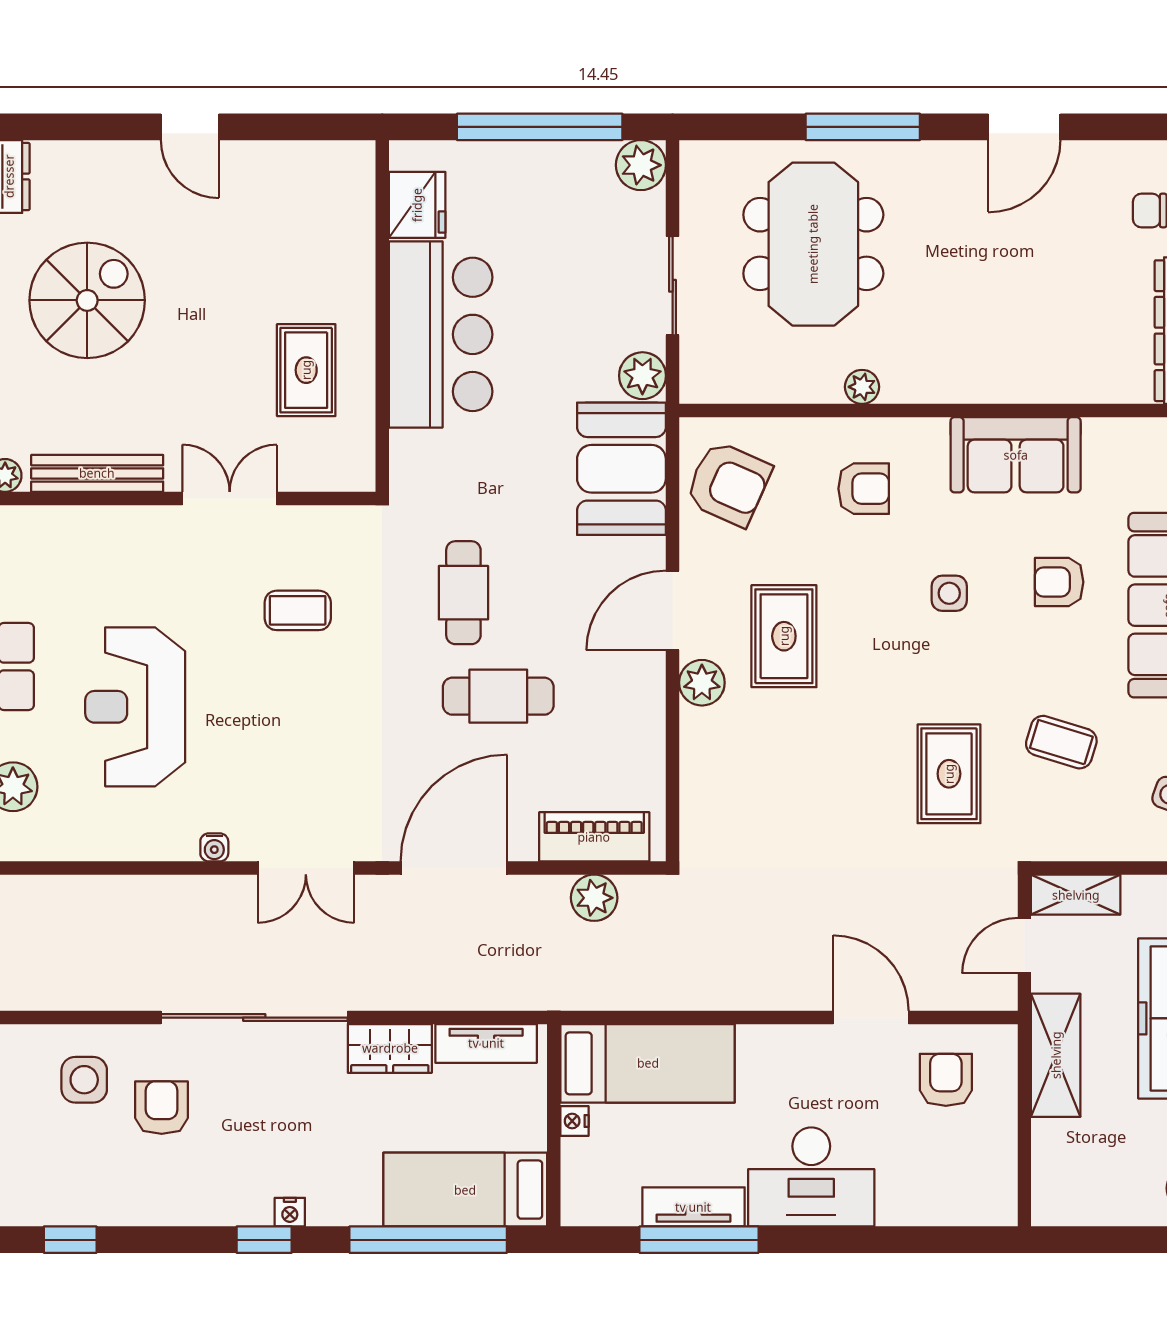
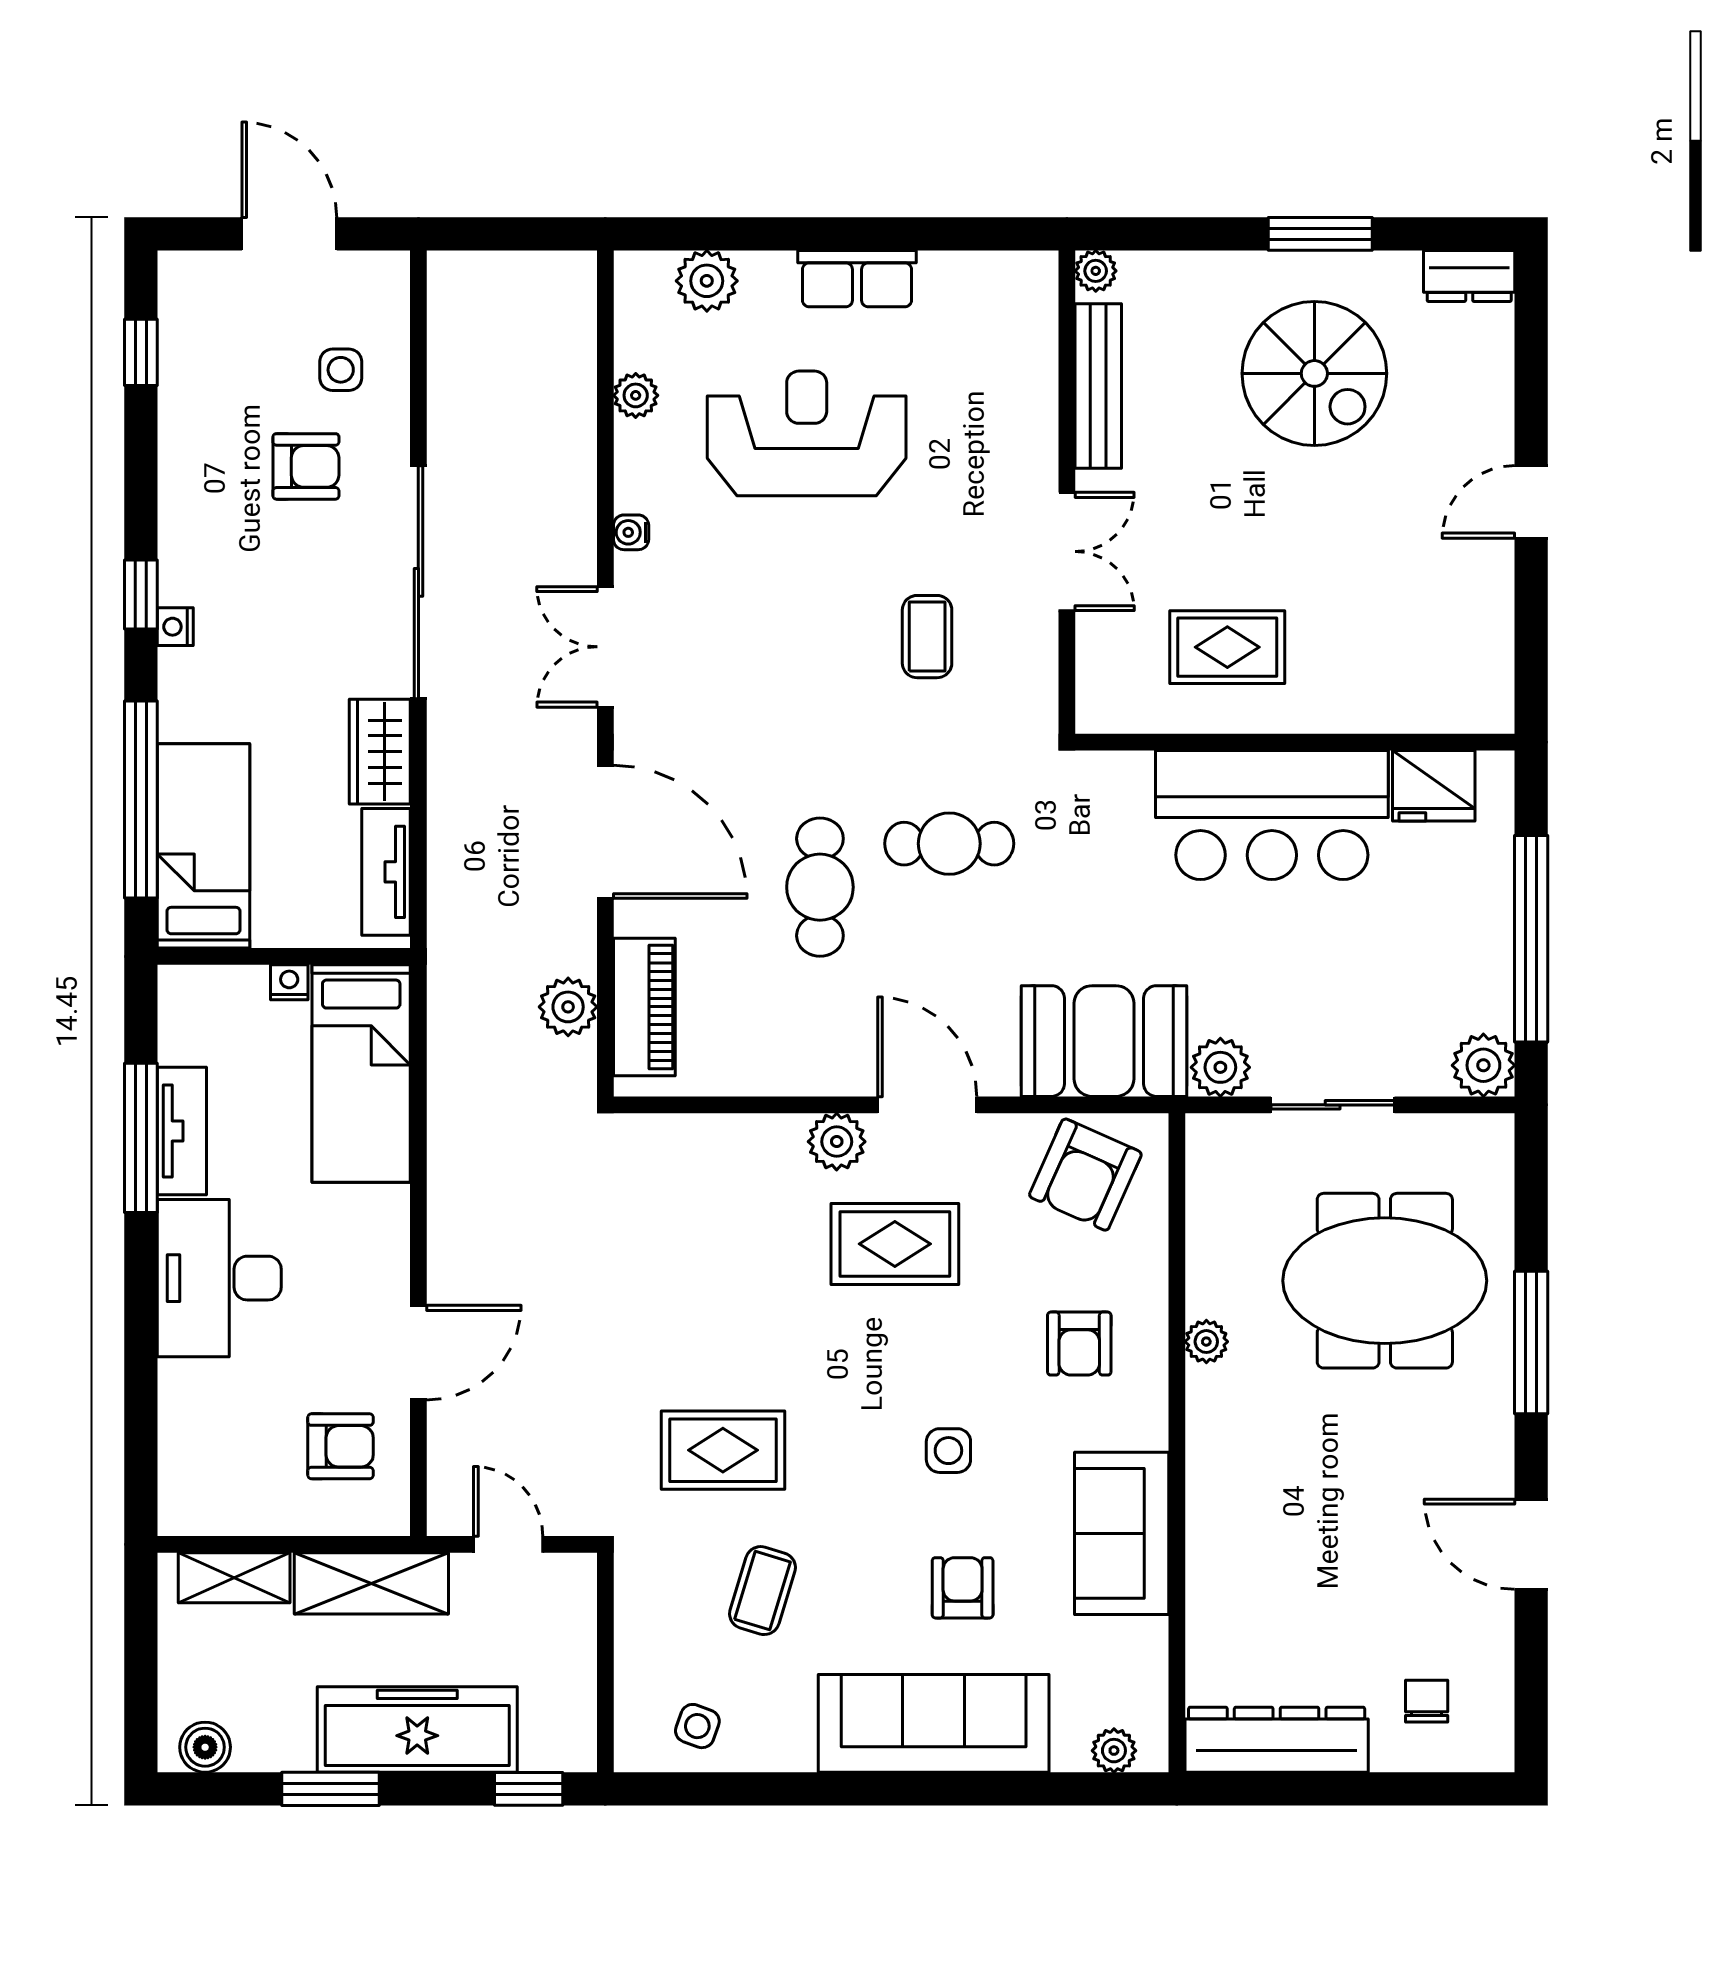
plant: (105, 844) -> (636, 395), added
shelving: (1076, 895) -> (234, 1578), moved, turned 90
side table: (84, 1080) -> (341, 370), width x0.73, depth x0.73

